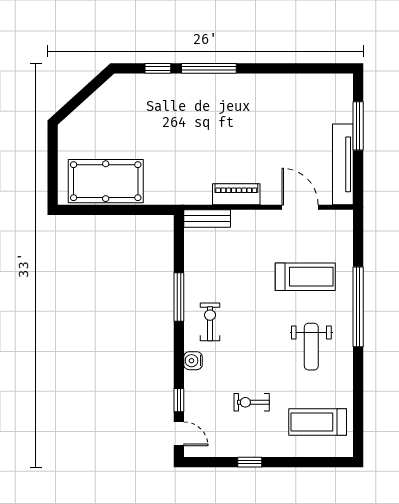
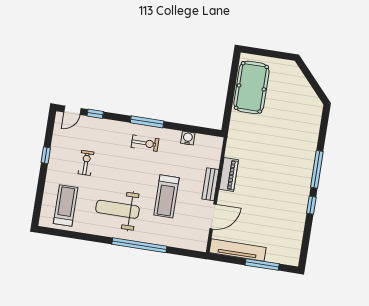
window: (158, 68) -> (311, 205), moved
bench: (207, 218) -> (210, 184), moved
treadmill: (305, 277) -> (166, 196), moved
window: (179, 297) -> (147, 122), moved
weight bench: (311, 347) -> (117, 209), width x1.36, depth x1.33
water cooler: (193, 361) -> (188, 138), moved

